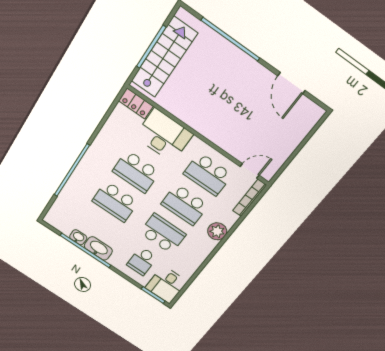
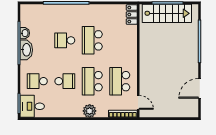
desk: (164, 135) -> (125, 42), removed
school desk: (115, 202) -> (65, 40), width x0.54
school desk: (163, 234) -> (65, 81), width x0.54

